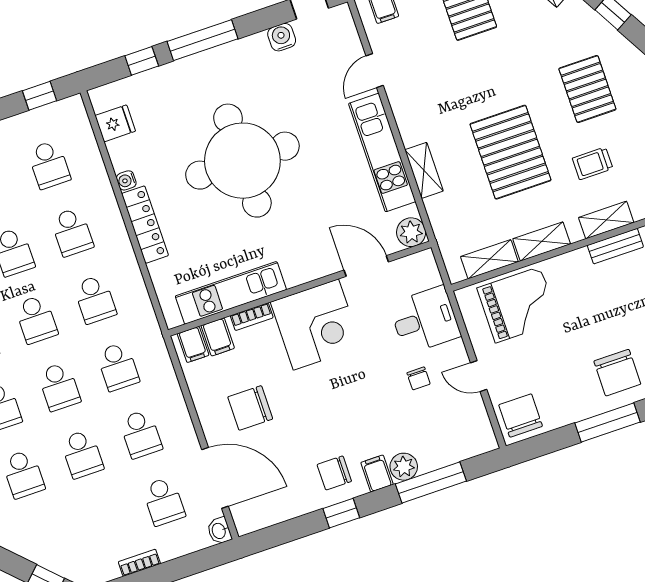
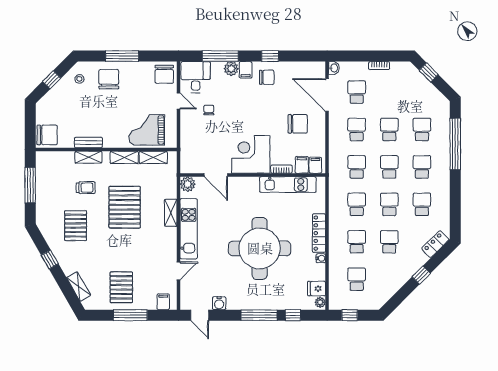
plant: (100, 101) -> (320, 302), added
desk: (425, 320) -> (196, 77), moved, turned 90

